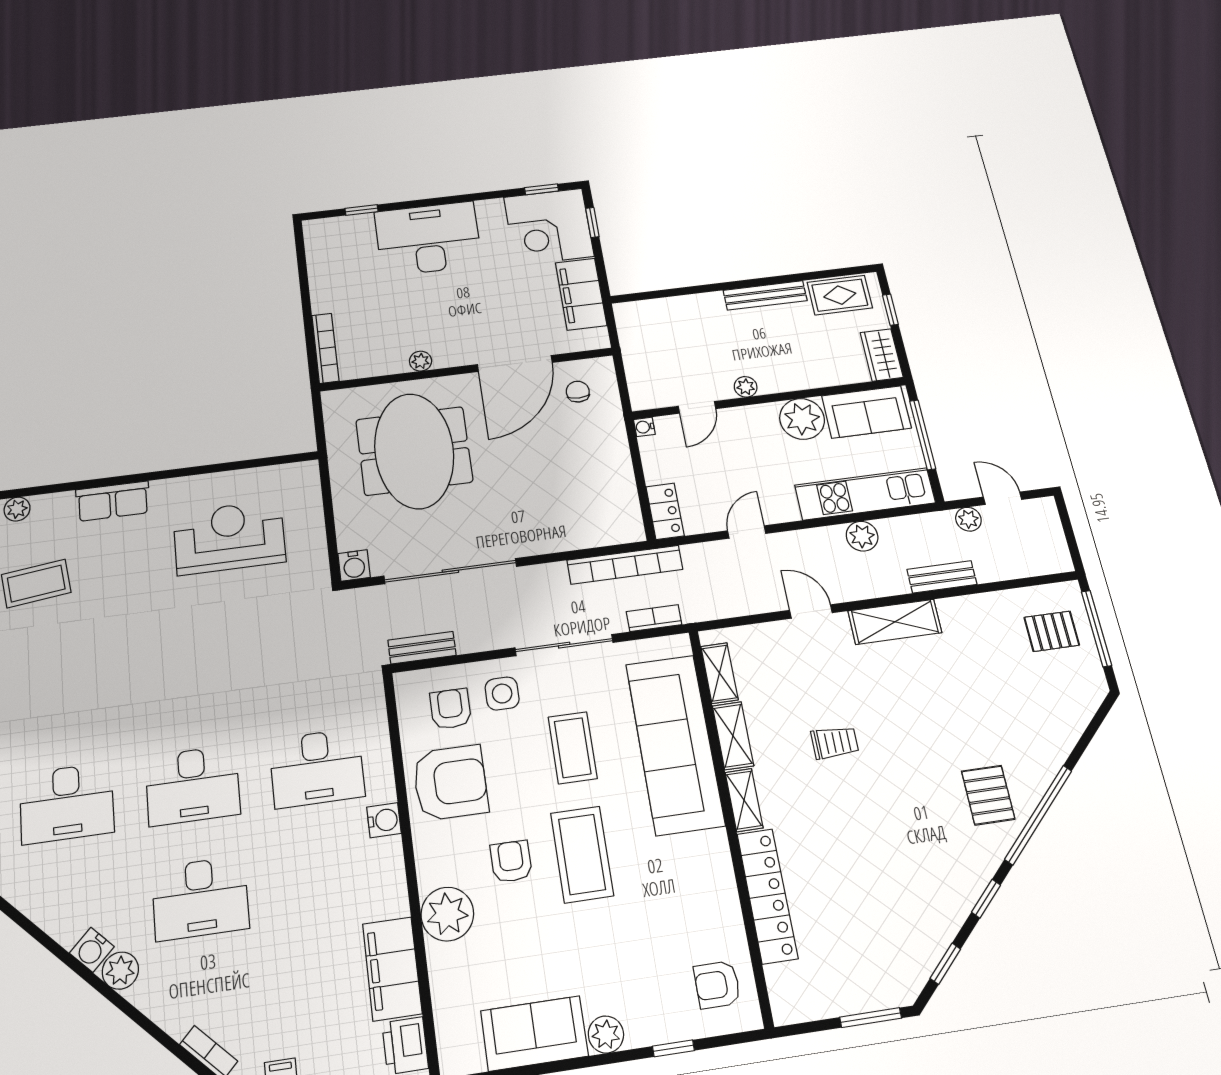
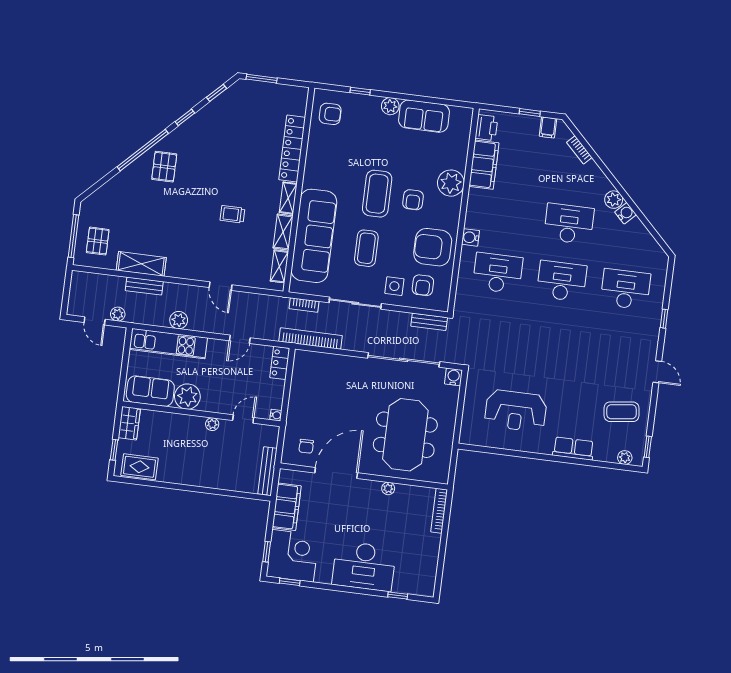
bench: (765, 295) -> (267, 471), moved, turned 90
window: (923, 435) -> (124, 369), removed
shelving: (895, 622) -> (141, 264), moved
pallet: (1052, 631) -> (98, 241), turned 90

